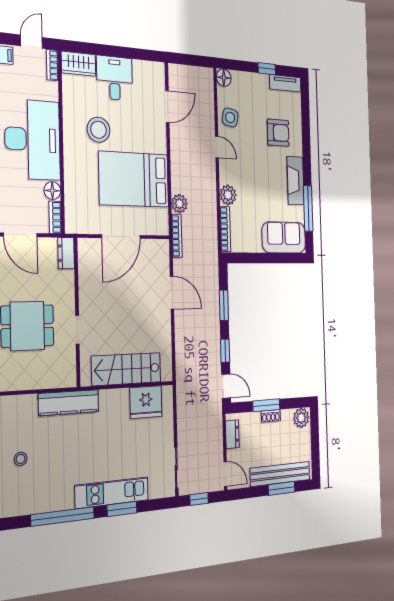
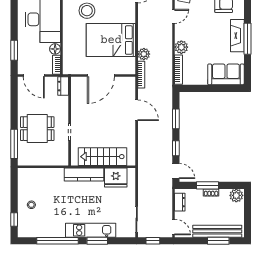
door: (217, 147) -> (174, 16), hinge flipped
window: (308, 208) -> (247, 39), moved
kitchen counter: (69, 403) -> (84, 175), moved

